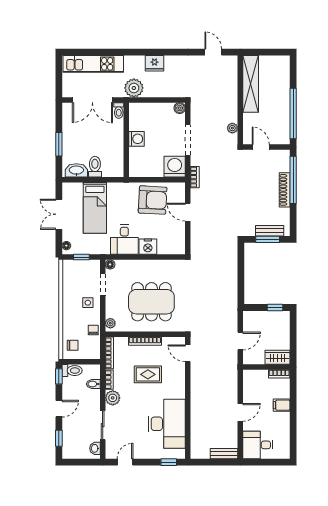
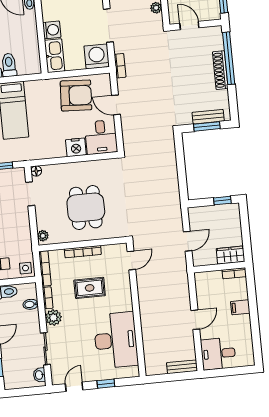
kitchen sink: (137, 162) -> (54, 56), added
desk: (124, 240) -> (101, 137), moved
dining table: (151, 302) -> (86, 208), width x0.73
side table: (88, 303) -> (26, 268), moved
chair: (93, 330) -> (25, 245), removed
door: (188, 353) -> (131, 260), swing flipped
window: (169, 462) -> (106, 384), moved

